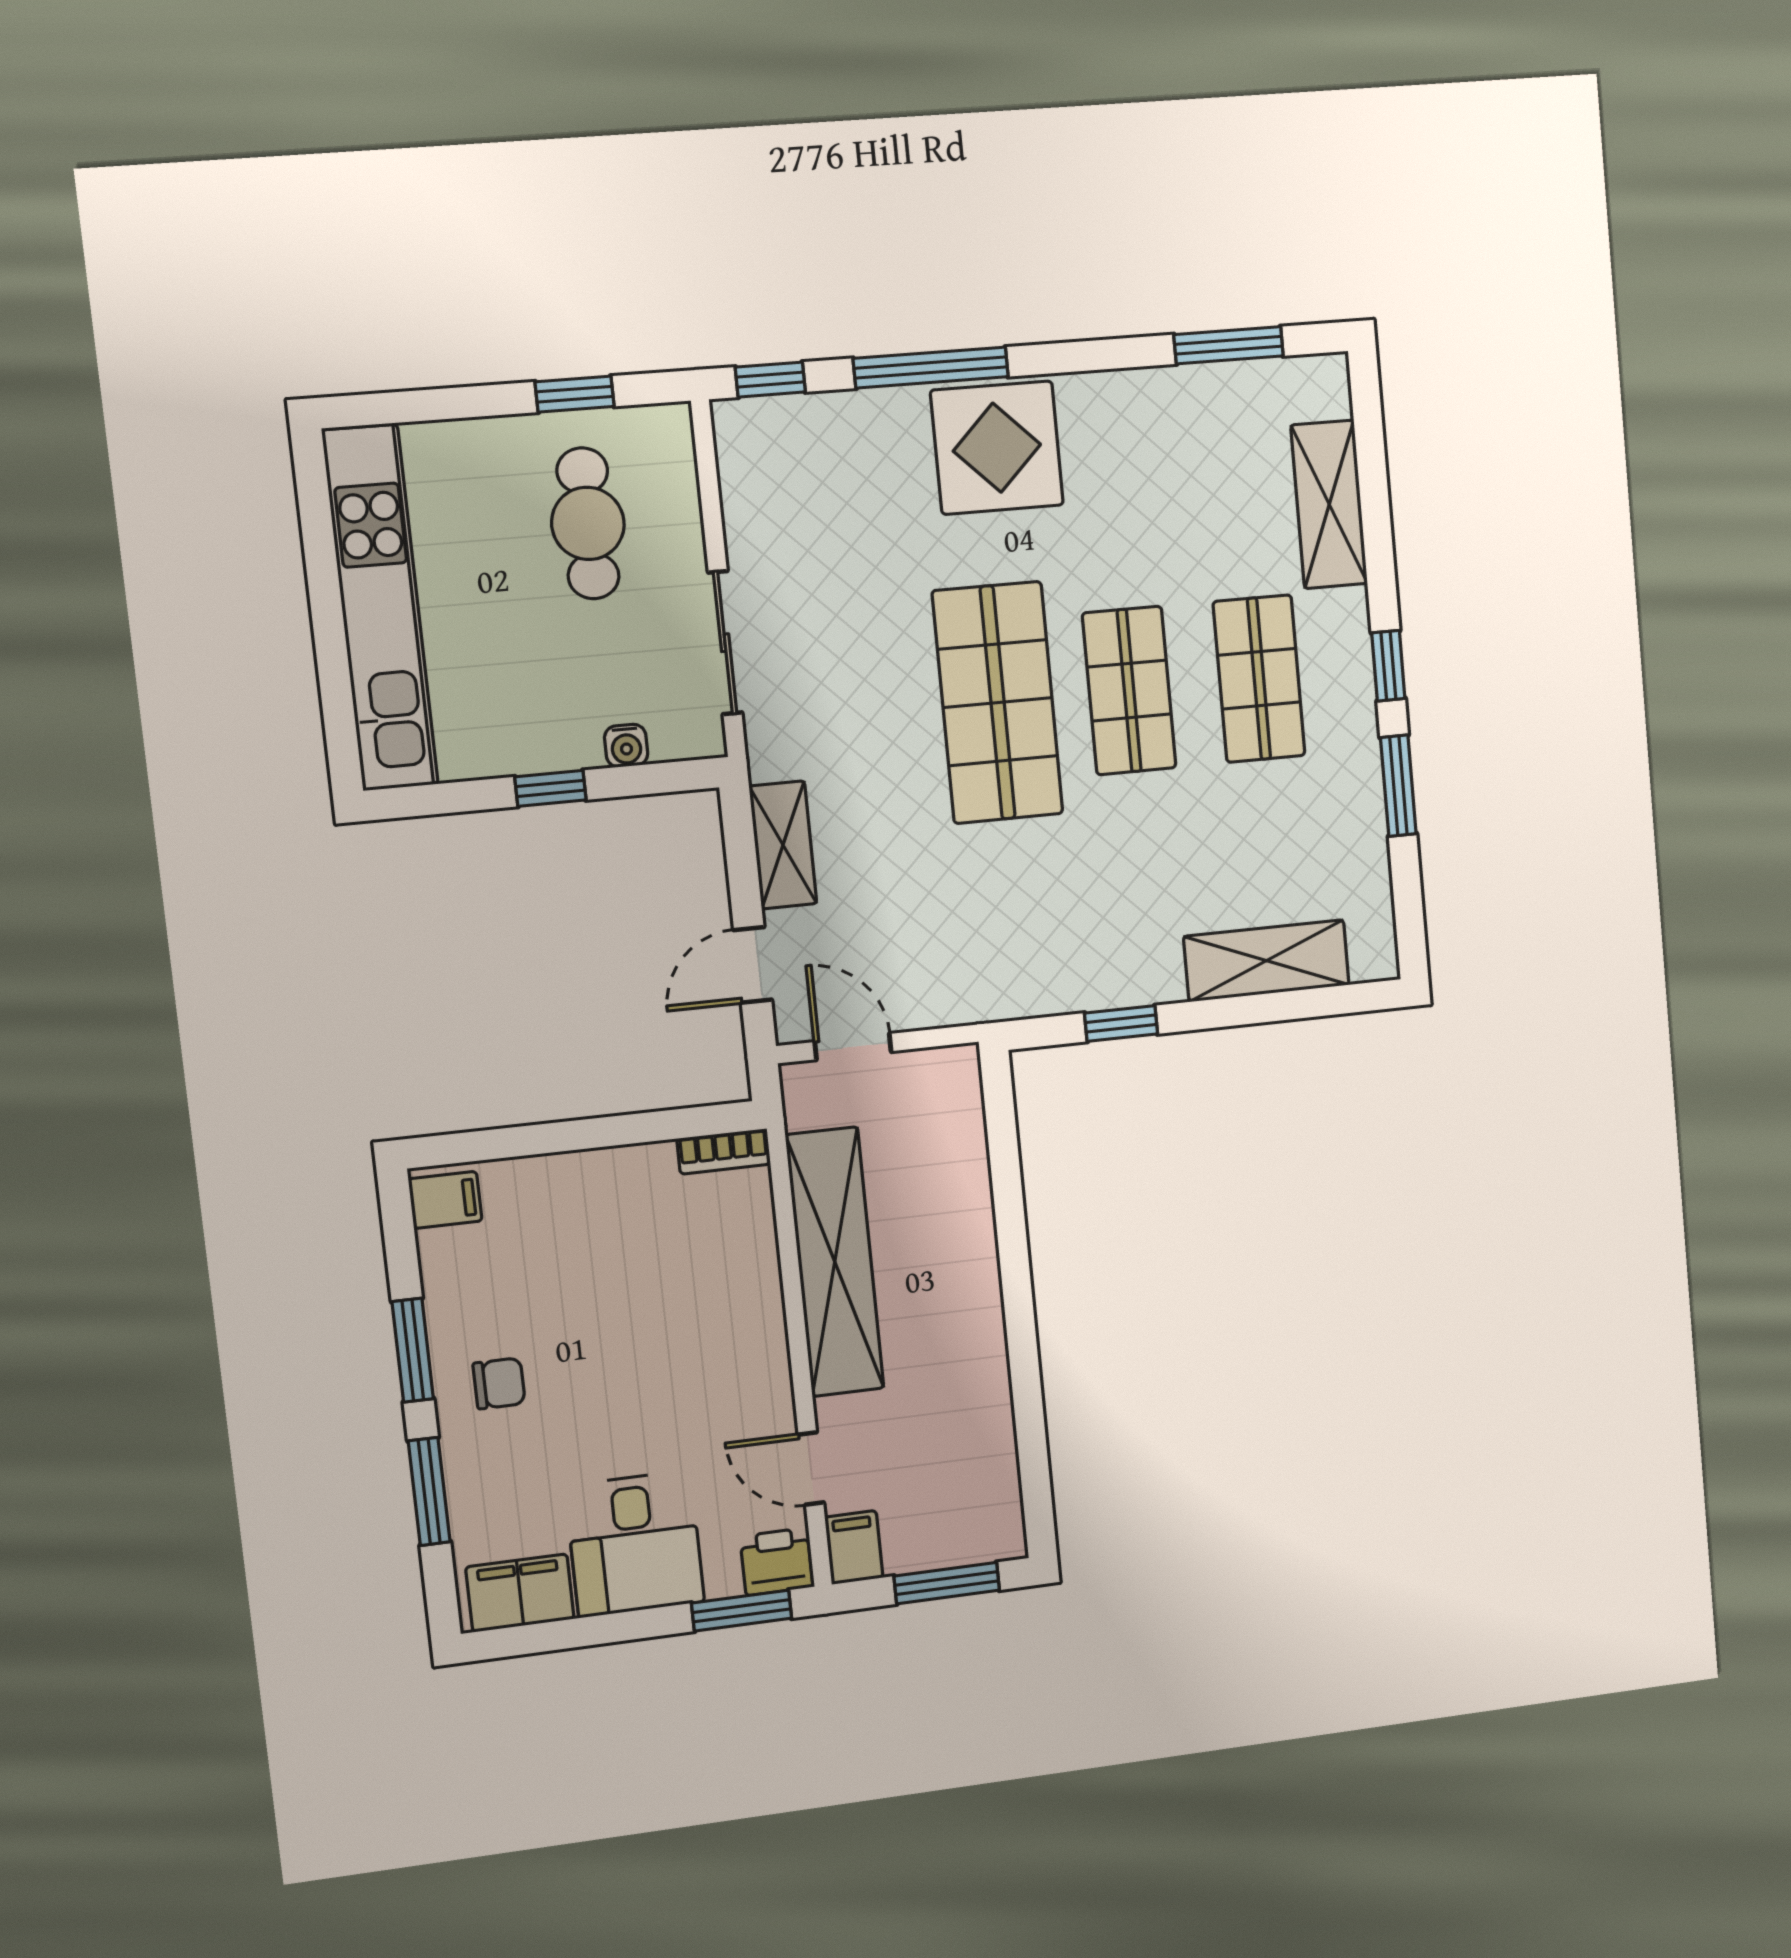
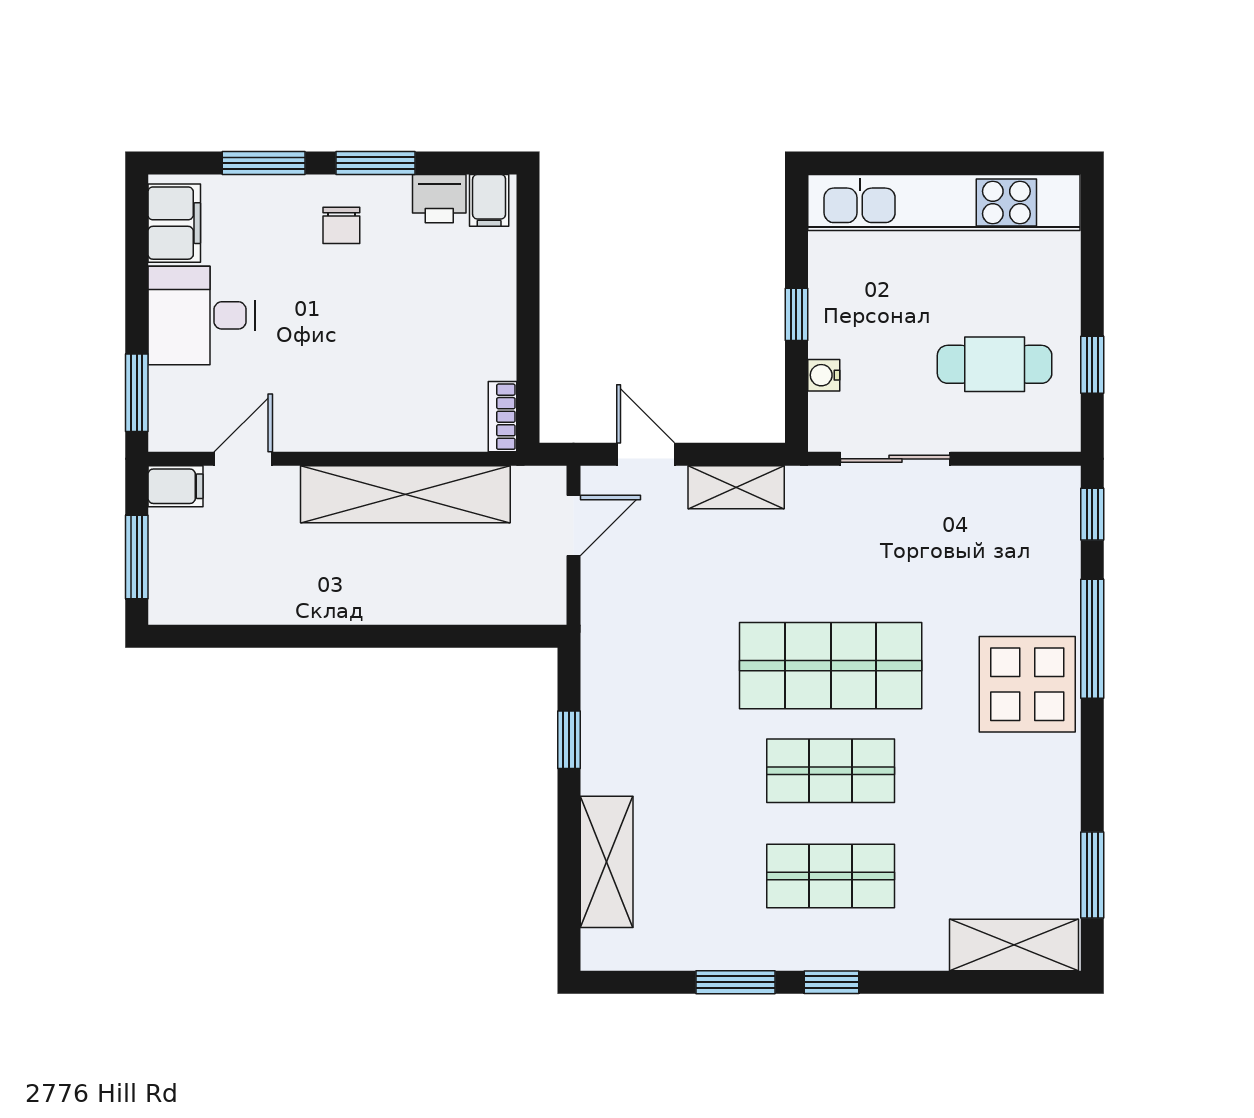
shelving: (1329, 504) -> (1014, 945), moved
printer: (776, 1562) -> (439, 199), moved, turned 90

